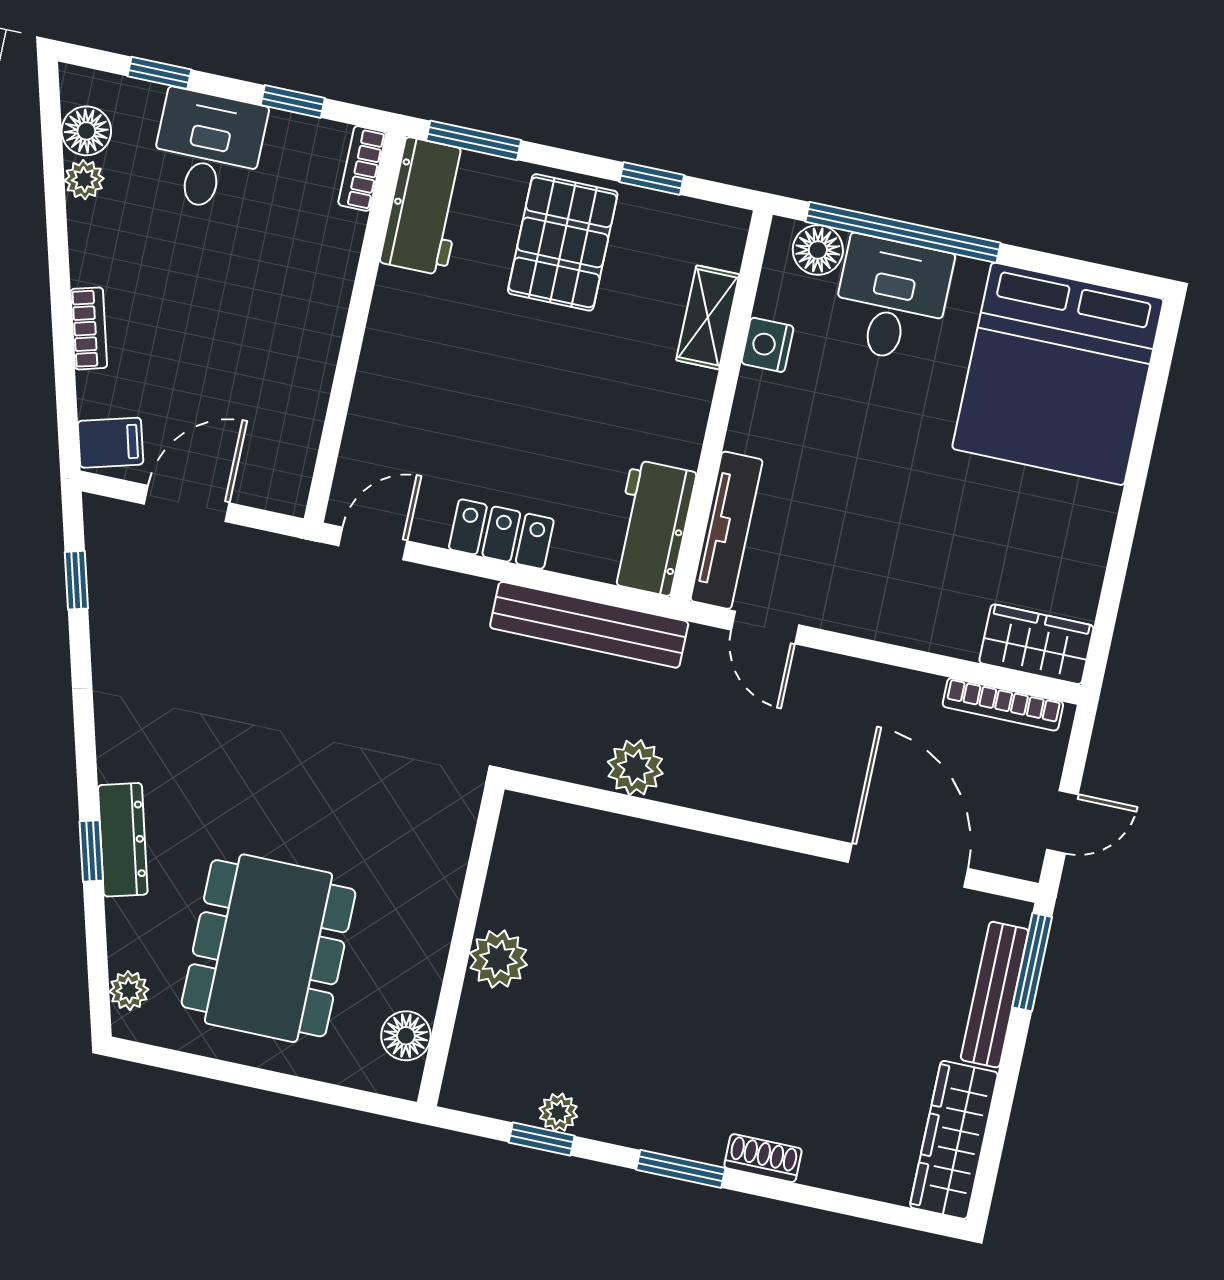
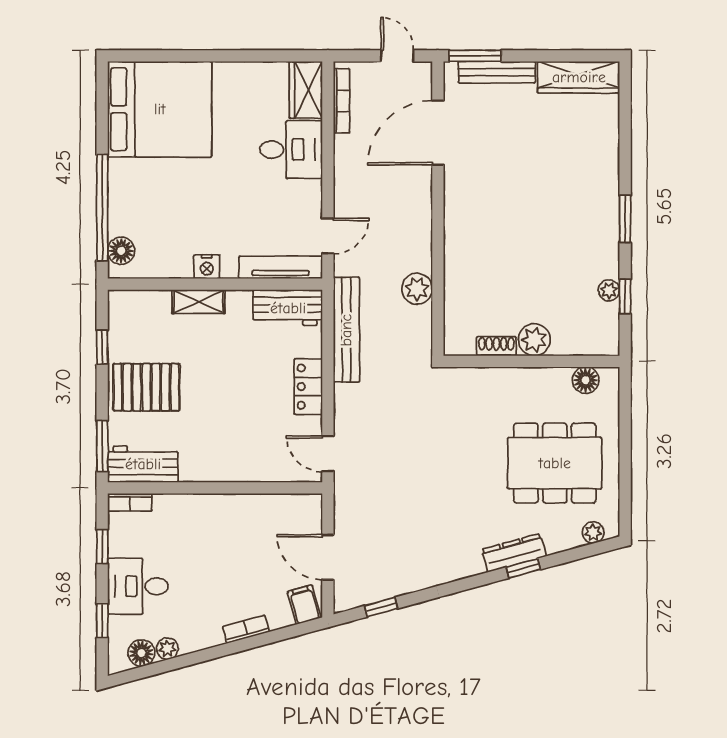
desk: (892, 299) -> (291, 149), moved, turned 180
shelving: (708, 317) -> (199, 302), moved
nightstand: (767, 345) -> (207, 267), moved
shoe rack: (763, 1158) -> (496, 346), moved, turned 90

